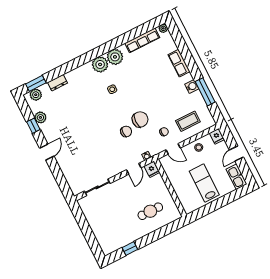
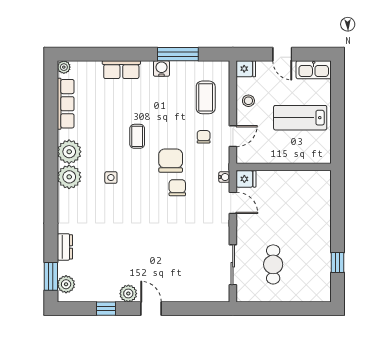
coffee table: (144, 92) -> (137, 136), added
plant: (40, 117) -> (128, 294), moved
cafe table: (150, 211) -> (273, 264), moved

